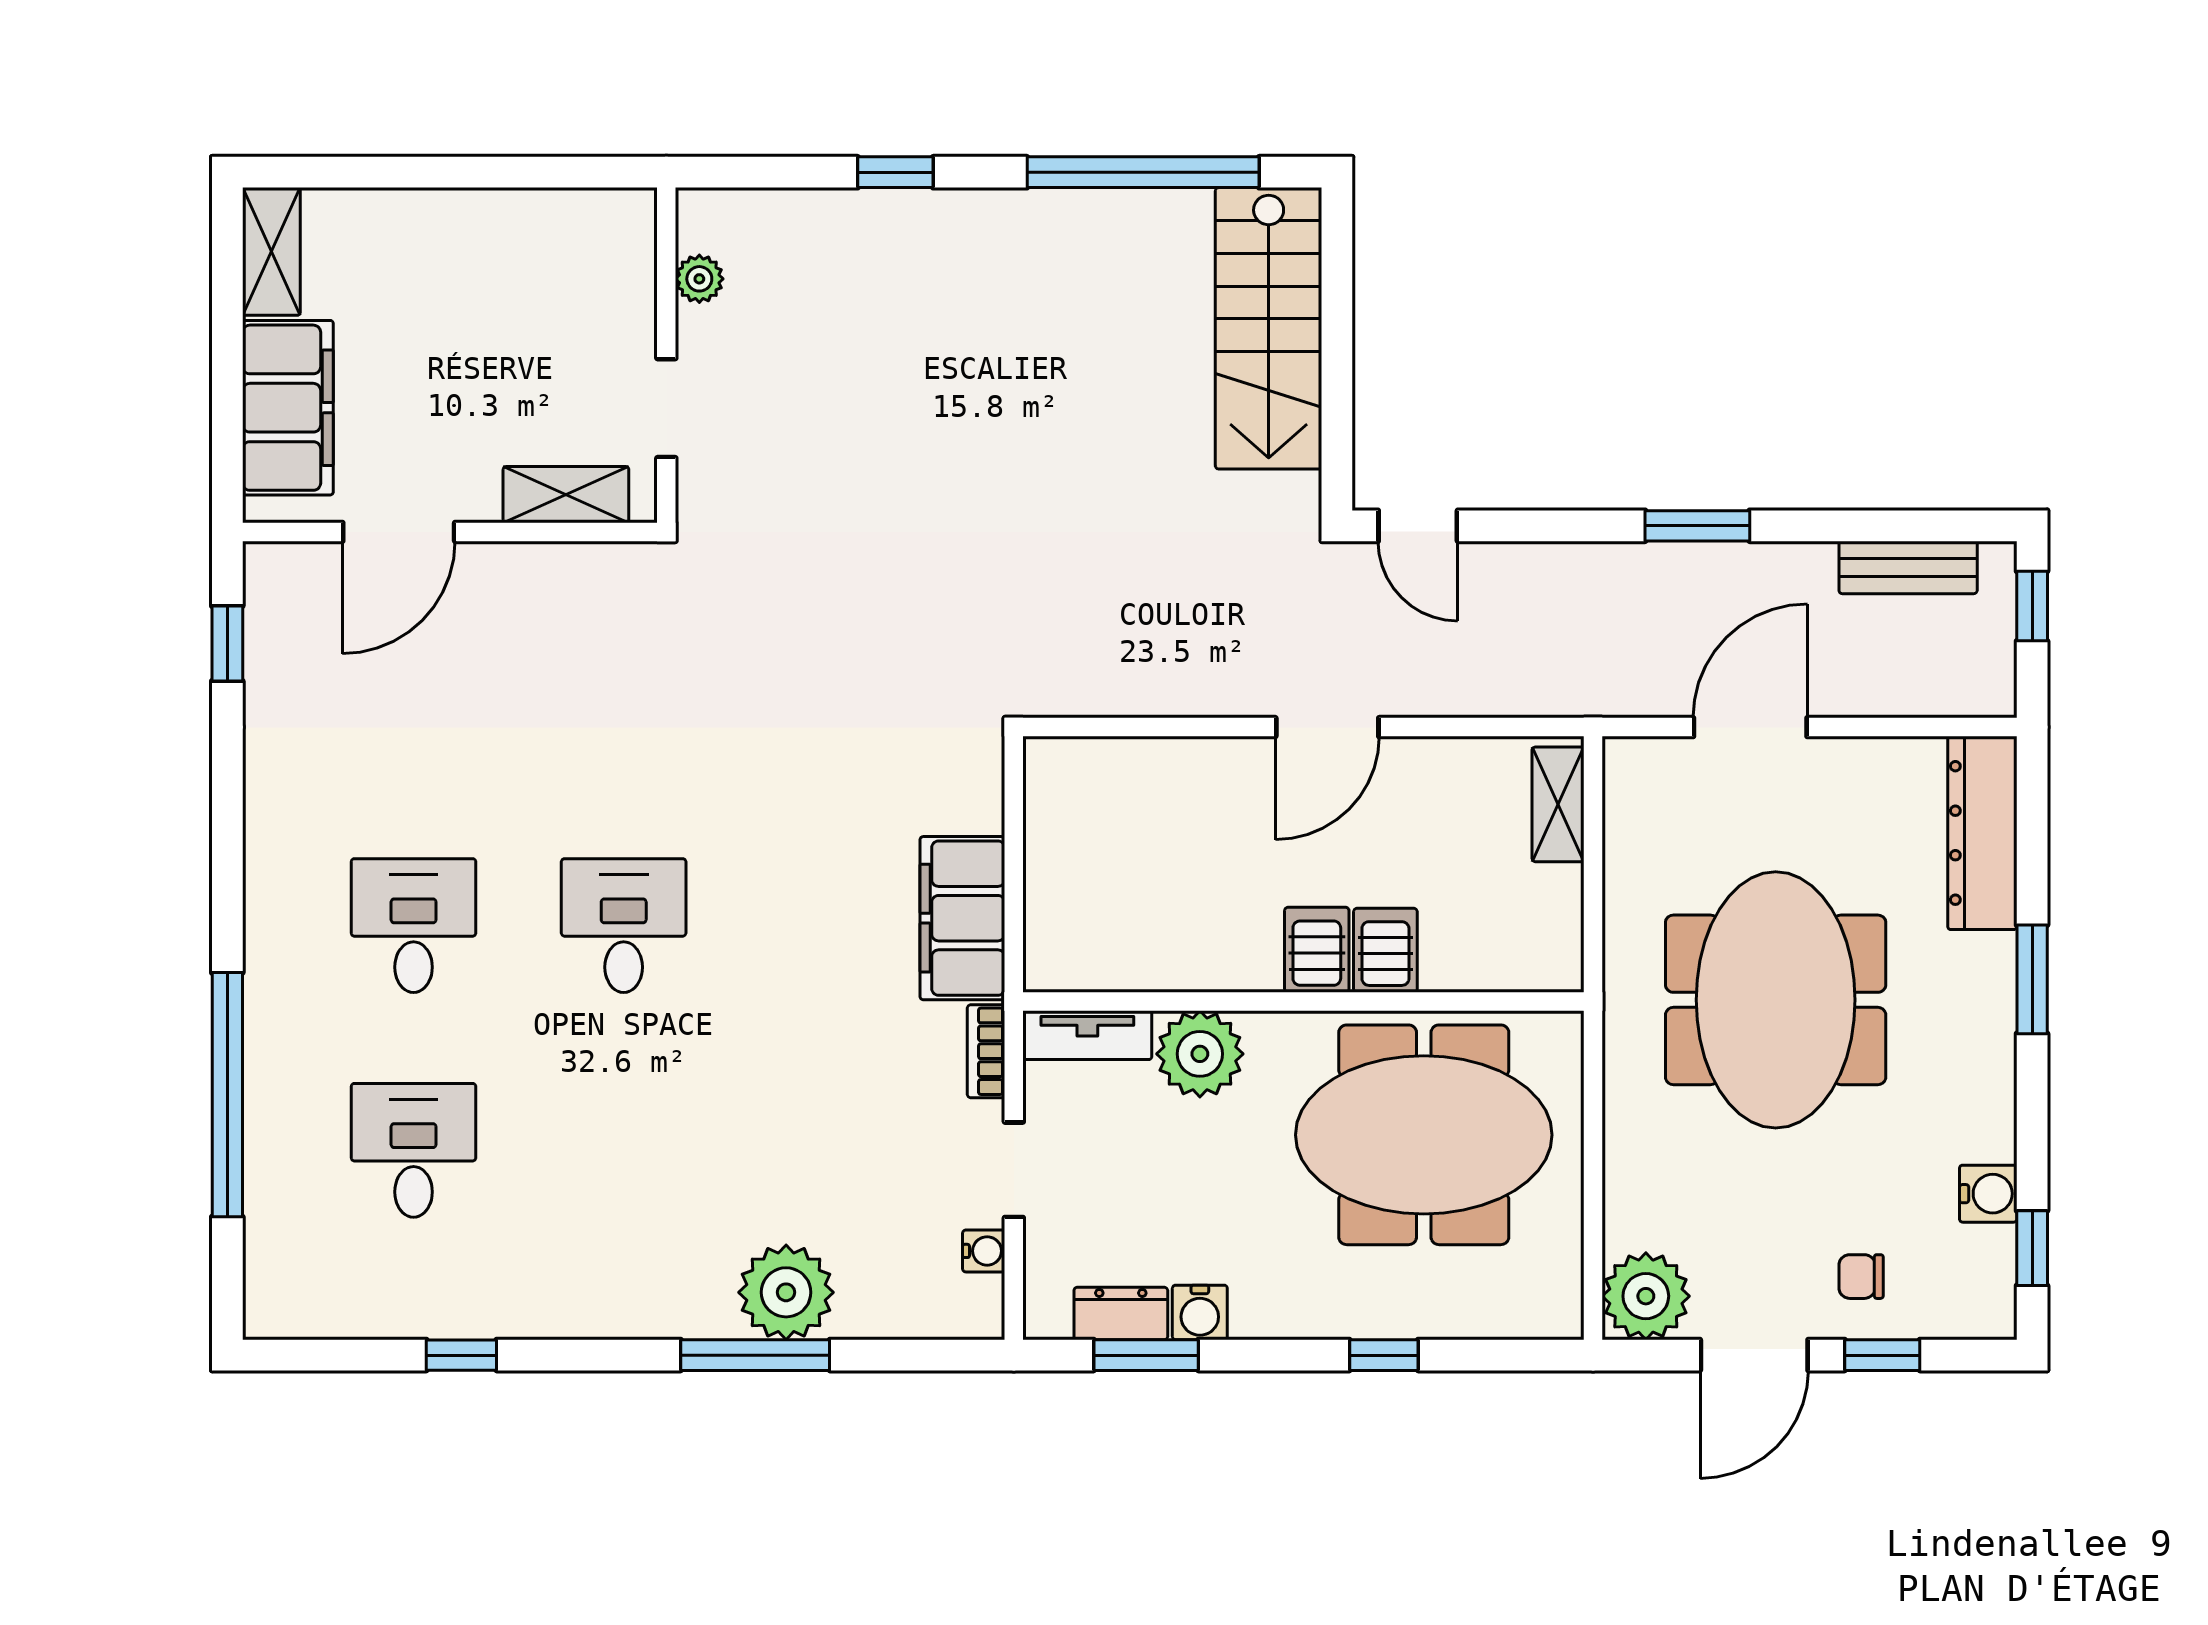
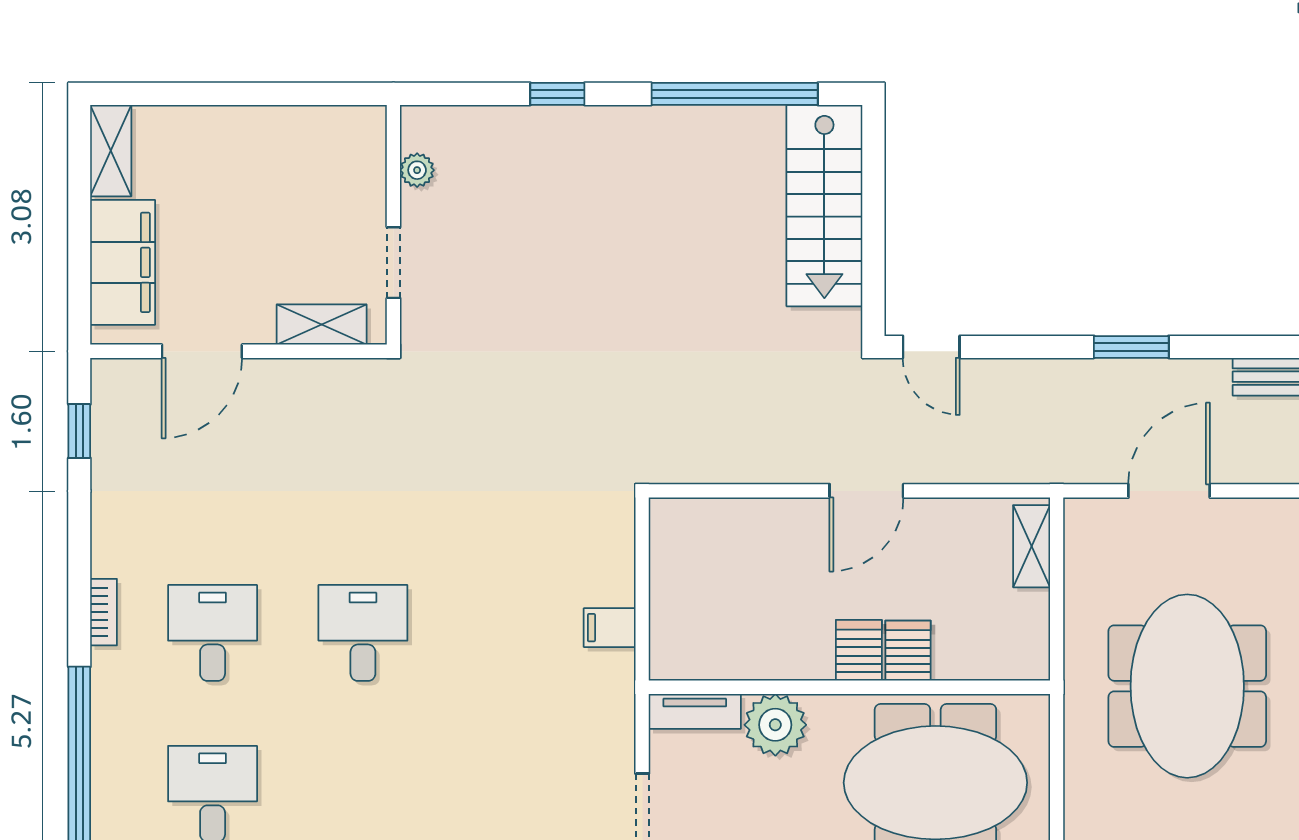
filing cabinet: (962, 918) -> (610, 628), width x0.33, depth x0.86
bookcase: (986, 1051) -> (104, 612), moved, turned 180

